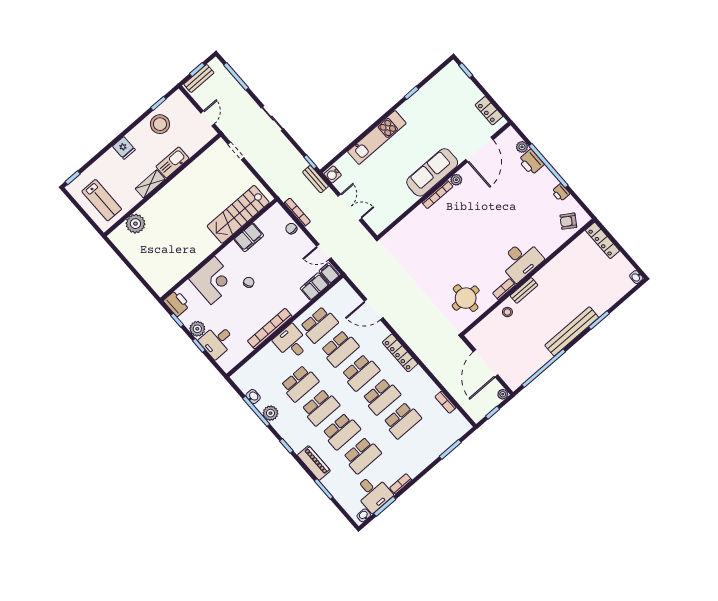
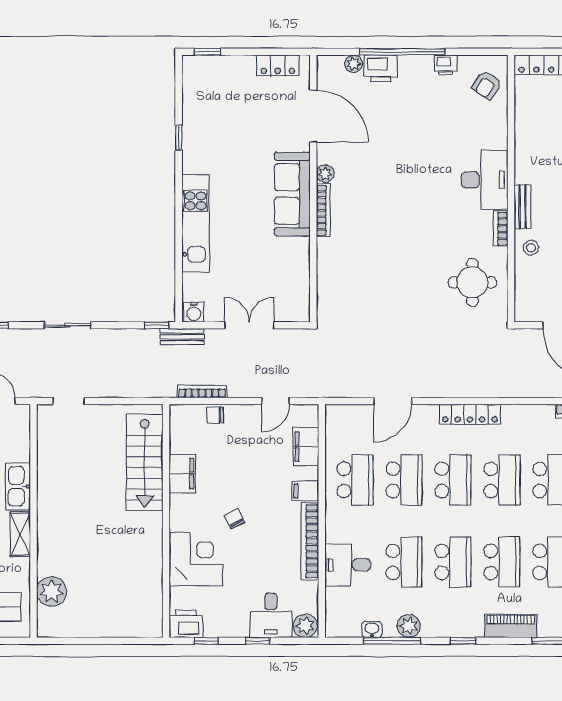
filing cabinet: (329, 273) -> (305, 491), moved
plant: (197, 329) -> (305, 626), moved
desk: (291, 342) -> (348, 565), moved

